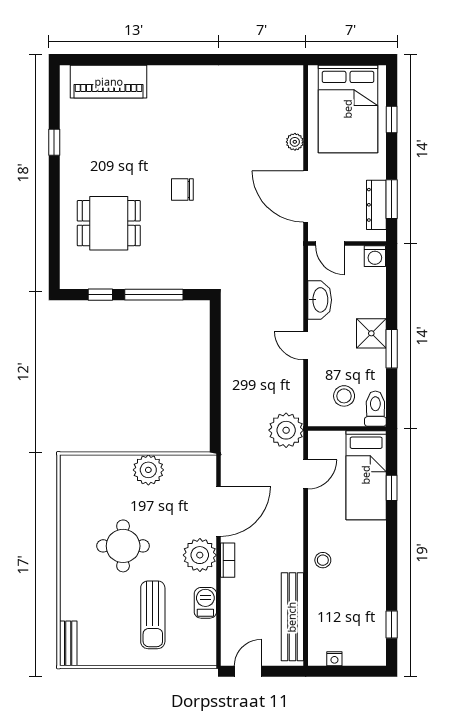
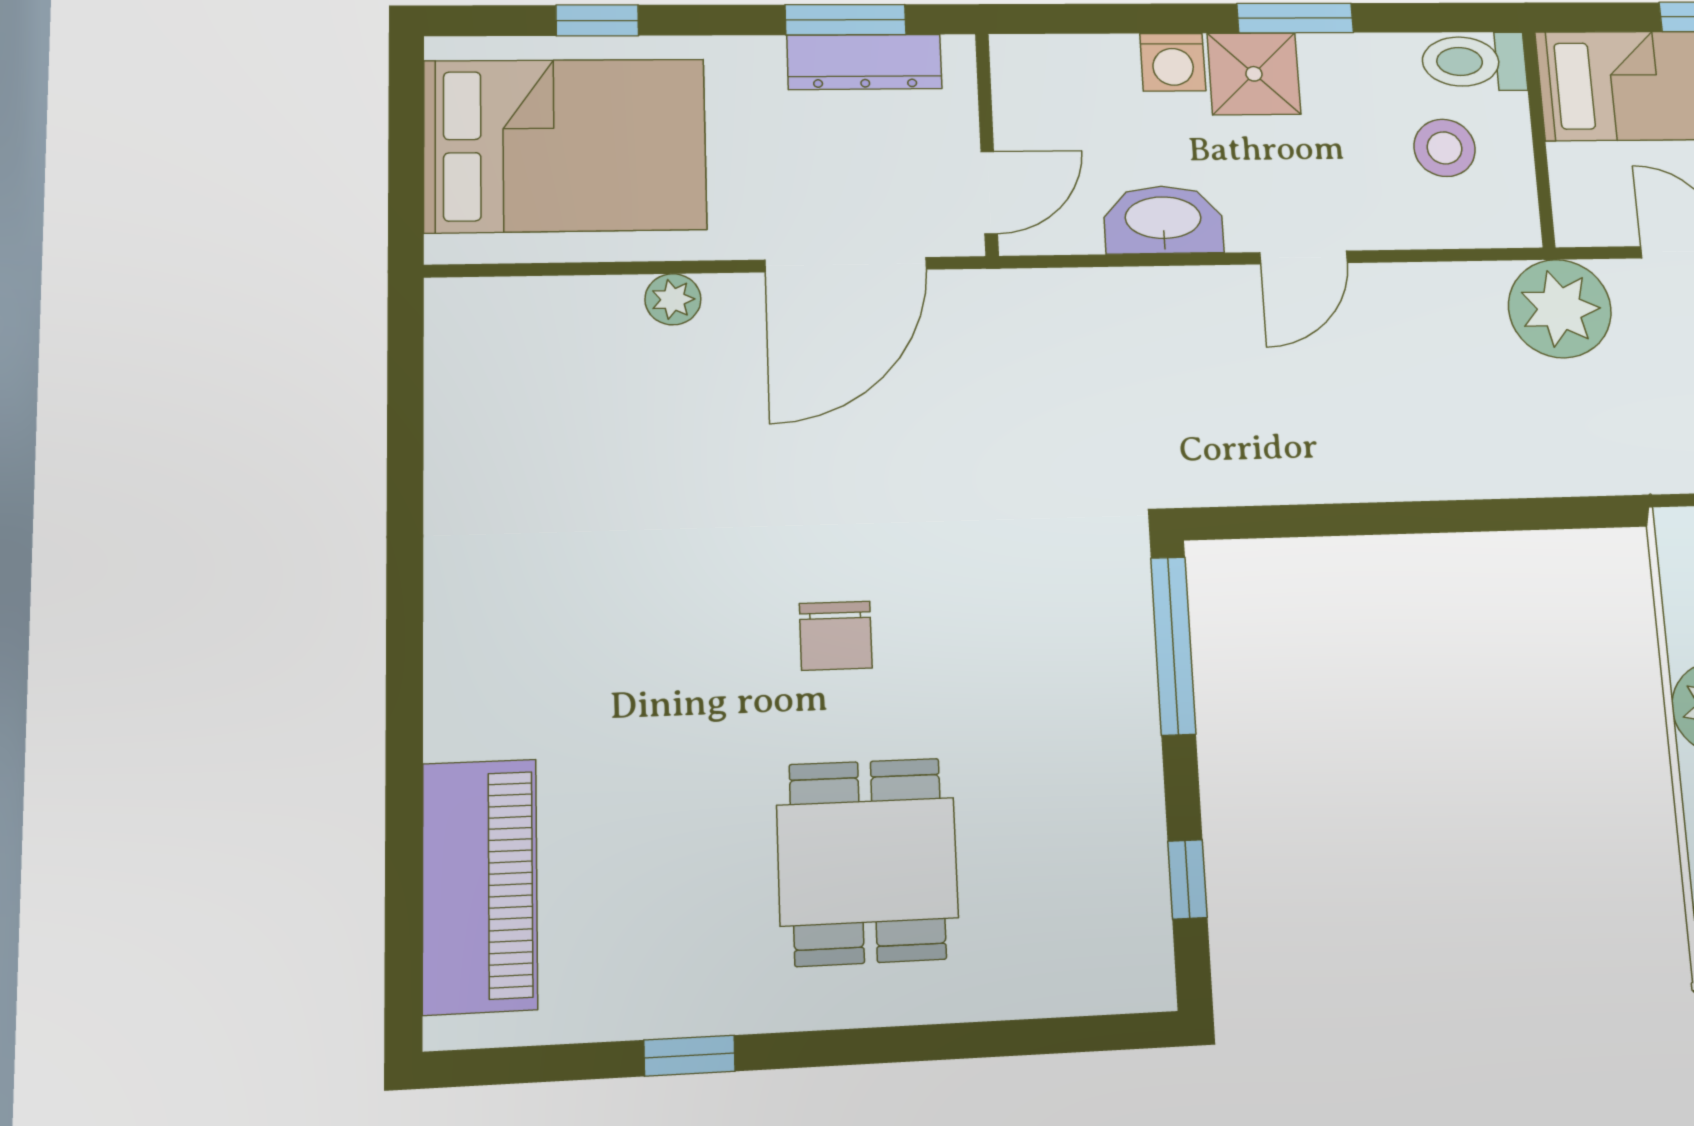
dining table: (109, 223) -> (867, 862), moved
washing machine: (375, 256) -> (1173, 62), moved, turned 90
window: (154, 295) -> (1173, 646), moved

